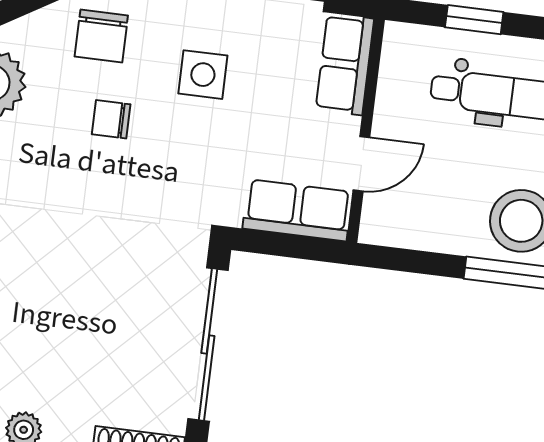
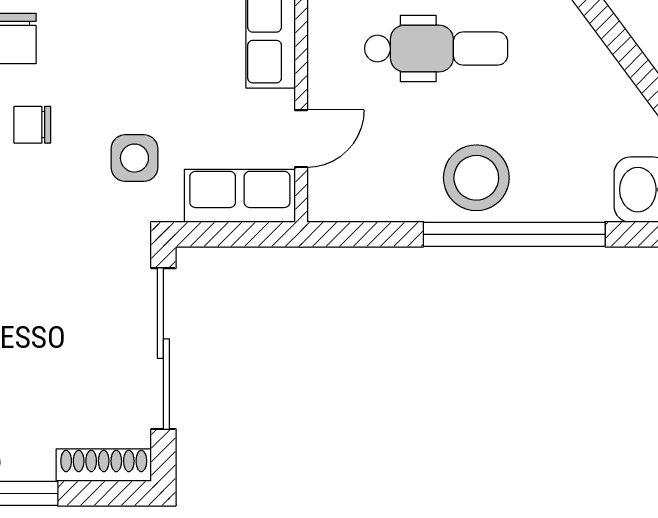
side table: (203, 75) -> (134, 158), moved

